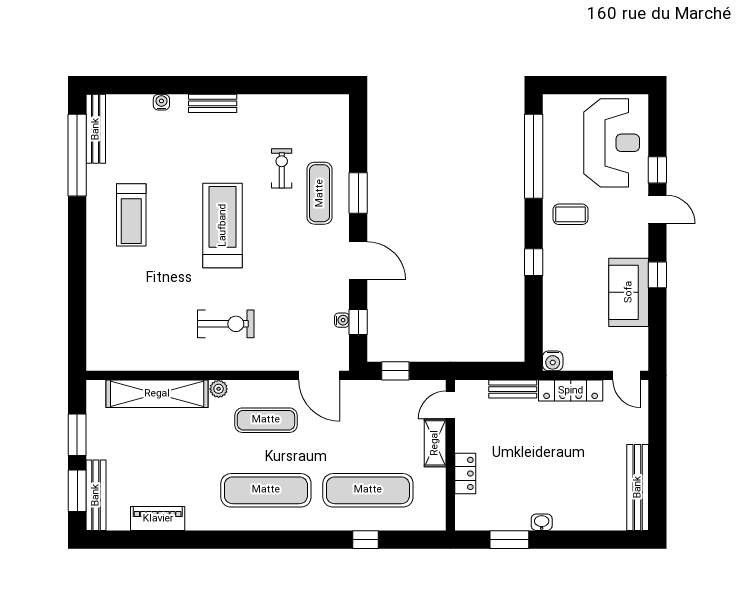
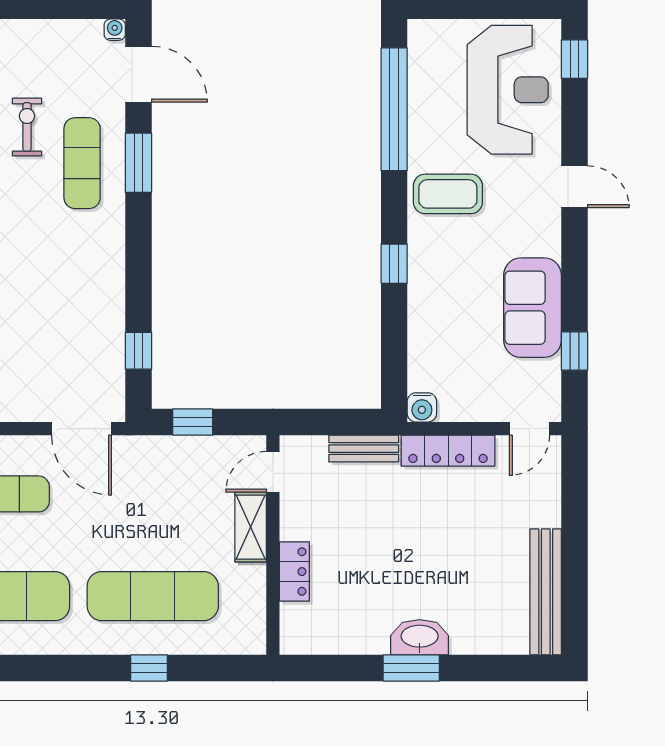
window: (657, 170) -> (574, 59), moved
coffee table: (571, 214) -> (448, 194), width x1.36, depth x1.30
door: (358, 261) -> (138, 74), moved
window: (657, 275) -> (574, 351), moved
water cooler: (342, 320) -> (115, 30), moved, turned -90
door: (627, 375) -> (529, 429), hinge flipped
washbasin: (542, 522) -> (420, 637), width x1.91, depth x1.45
window: (509, 540) -> (411, 668), moved

